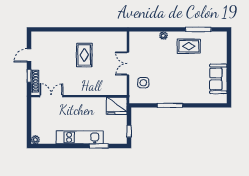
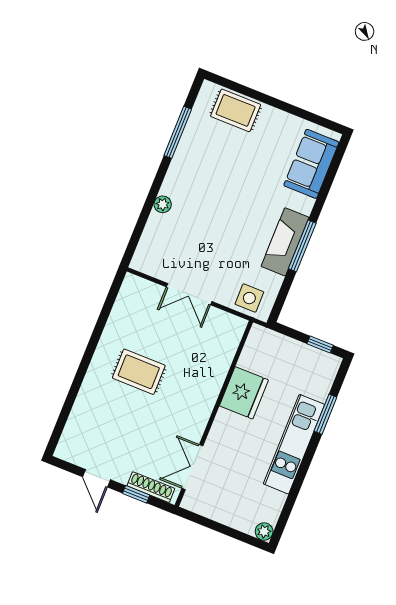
rug: (189, 46) -> (236, 110), moved, turned 90
sofa: (218, 79) -> (311, 164), moved, turned 90
side table: (143, 83) -> (249, 298), moved
fireplace: (169, 97) -> (285, 242), added
fridge: (117, 106) -> (244, 393), moved

